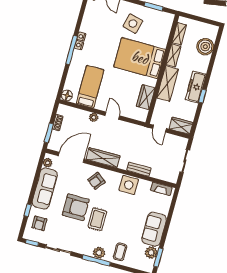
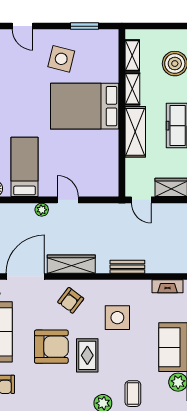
wardrobe: (146, 97) -> (109, 160), removed
side table: (129, 185) -> (117, 318), moved

